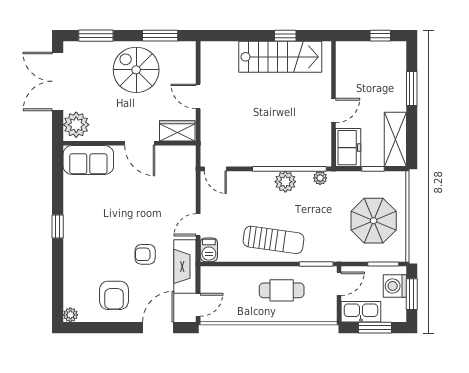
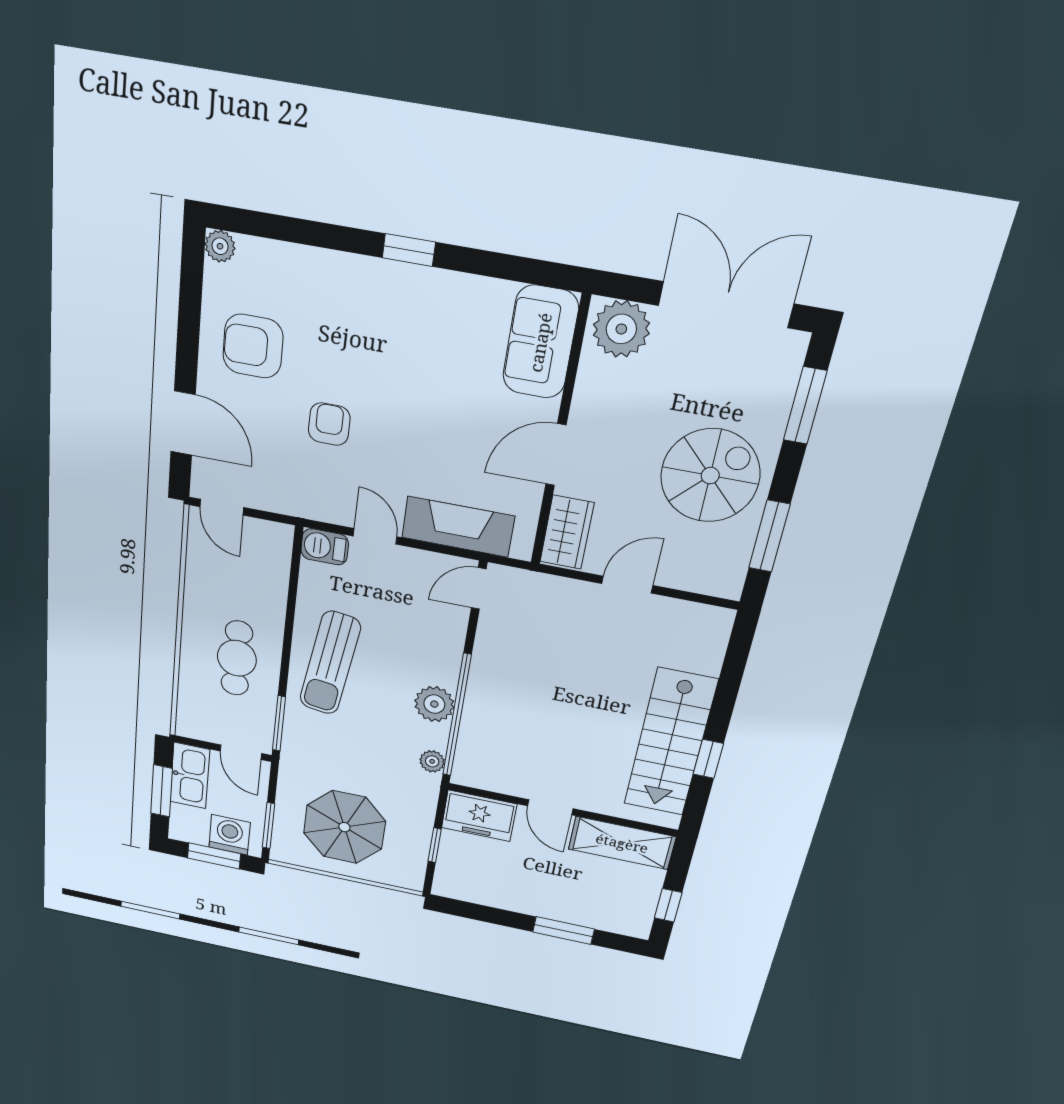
shelving: (395, 139) -> (622, 843), moved
fireplace: (185, 266) -> (458, 527), moved

